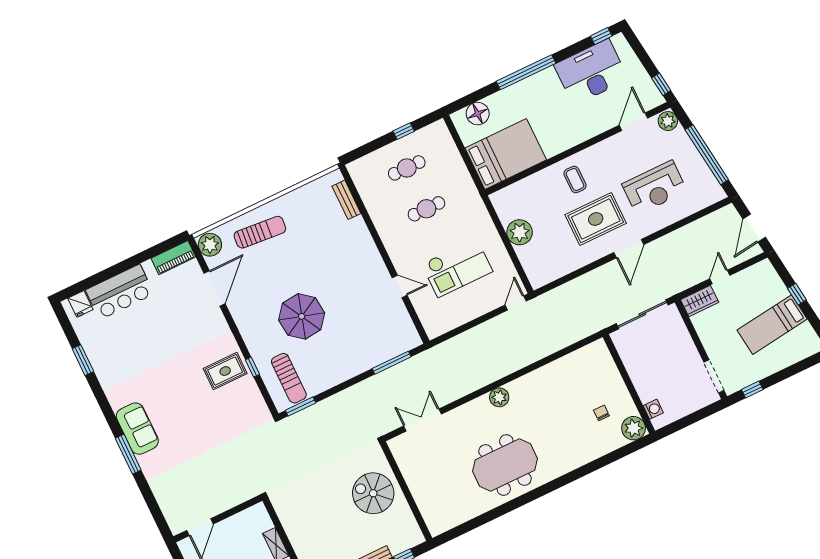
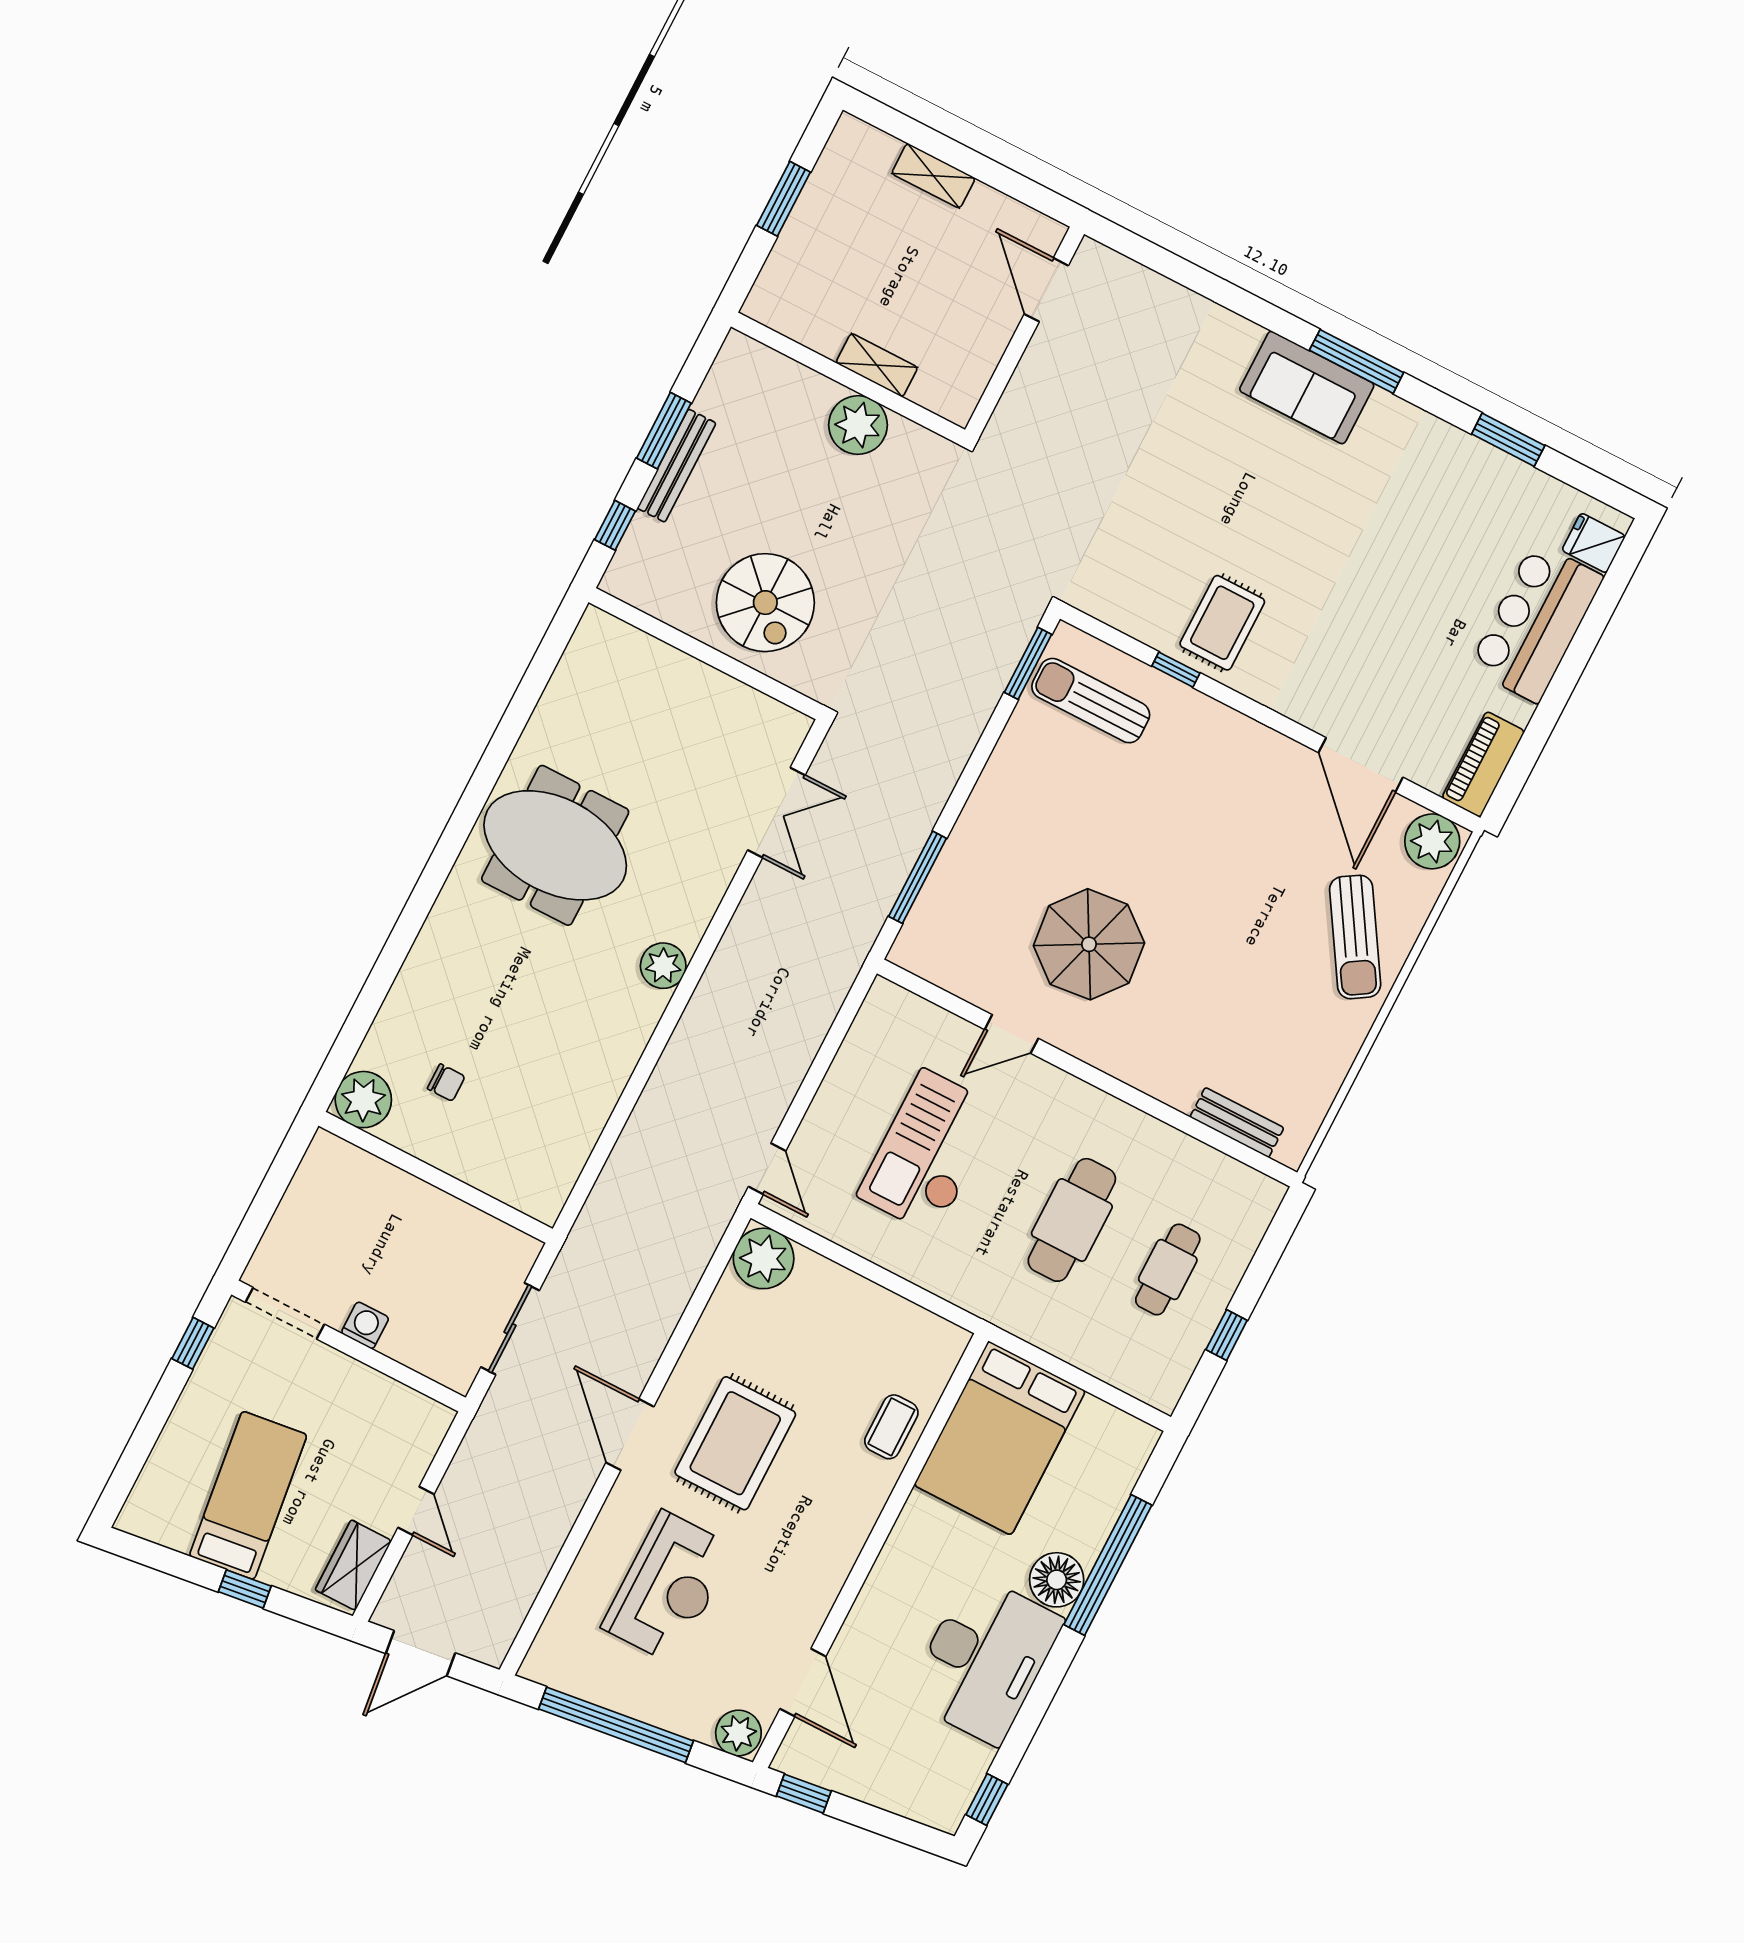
window: (526, 72) -> (1108, 1565), moved
desk: (591, 72) -> (984, 1659), moved
floor lamp: (478, 114) -> (1057, 1580), moved
coffee table: (575, 179) -> (891, 1427), moved, turned 90
reception desk: (655, 188) -> (668, 1587), turned 180
cafe table: (426, 209) -> (1072, 1220), width x1.37, depth x1.35
door: (754, 228) -> (420, 1653), swing flipped
sun lounger: (260, 232) -> (1355, 937), turned -37
plant: (520, 232) -> (764, 1258), moved
wardrobe: (700, 301) -> (353, 1565), moved
sliding door: (642, 314) -> (510, 1329), width x0.73
parasol: (302, 316) -> (1089, 944), moved
washing machine: (653, 409) -> (365, 1325), moved, turned 180
window: (128, 454) -> (1357, 361), moved
meeting table: (505, 465) -> (555, 845), turned 90
spiral stairs: (373, 493) -> (765, 603), turned 90
plant: (297, 529) -> (858, 425), added

